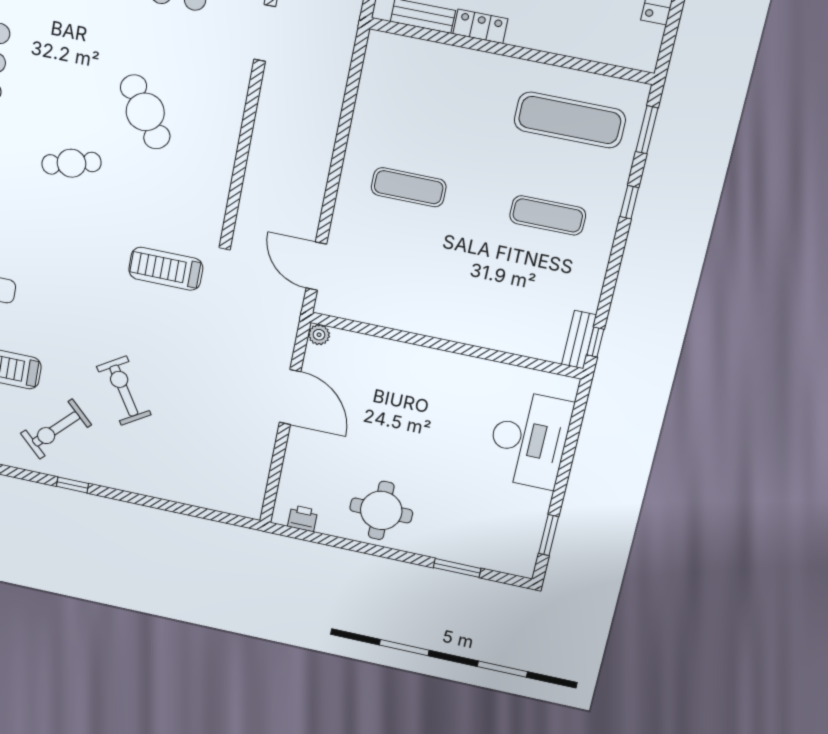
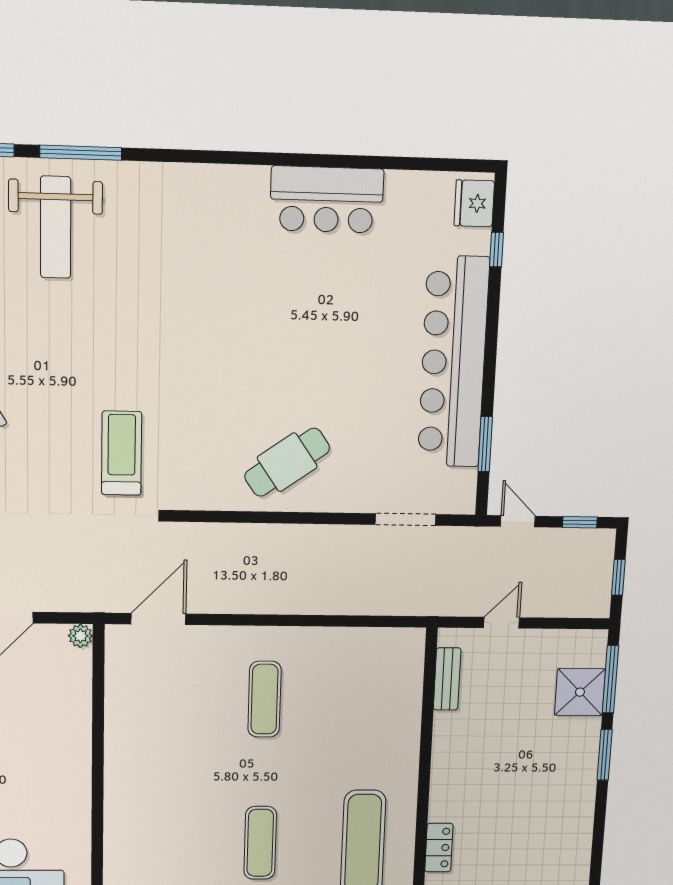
locker: (480, 26) -> (439, 848), moved
cafe table: (145, 112) -> (287, 462), moved
cafe table: (71, 163) -> (225, 326), removed

